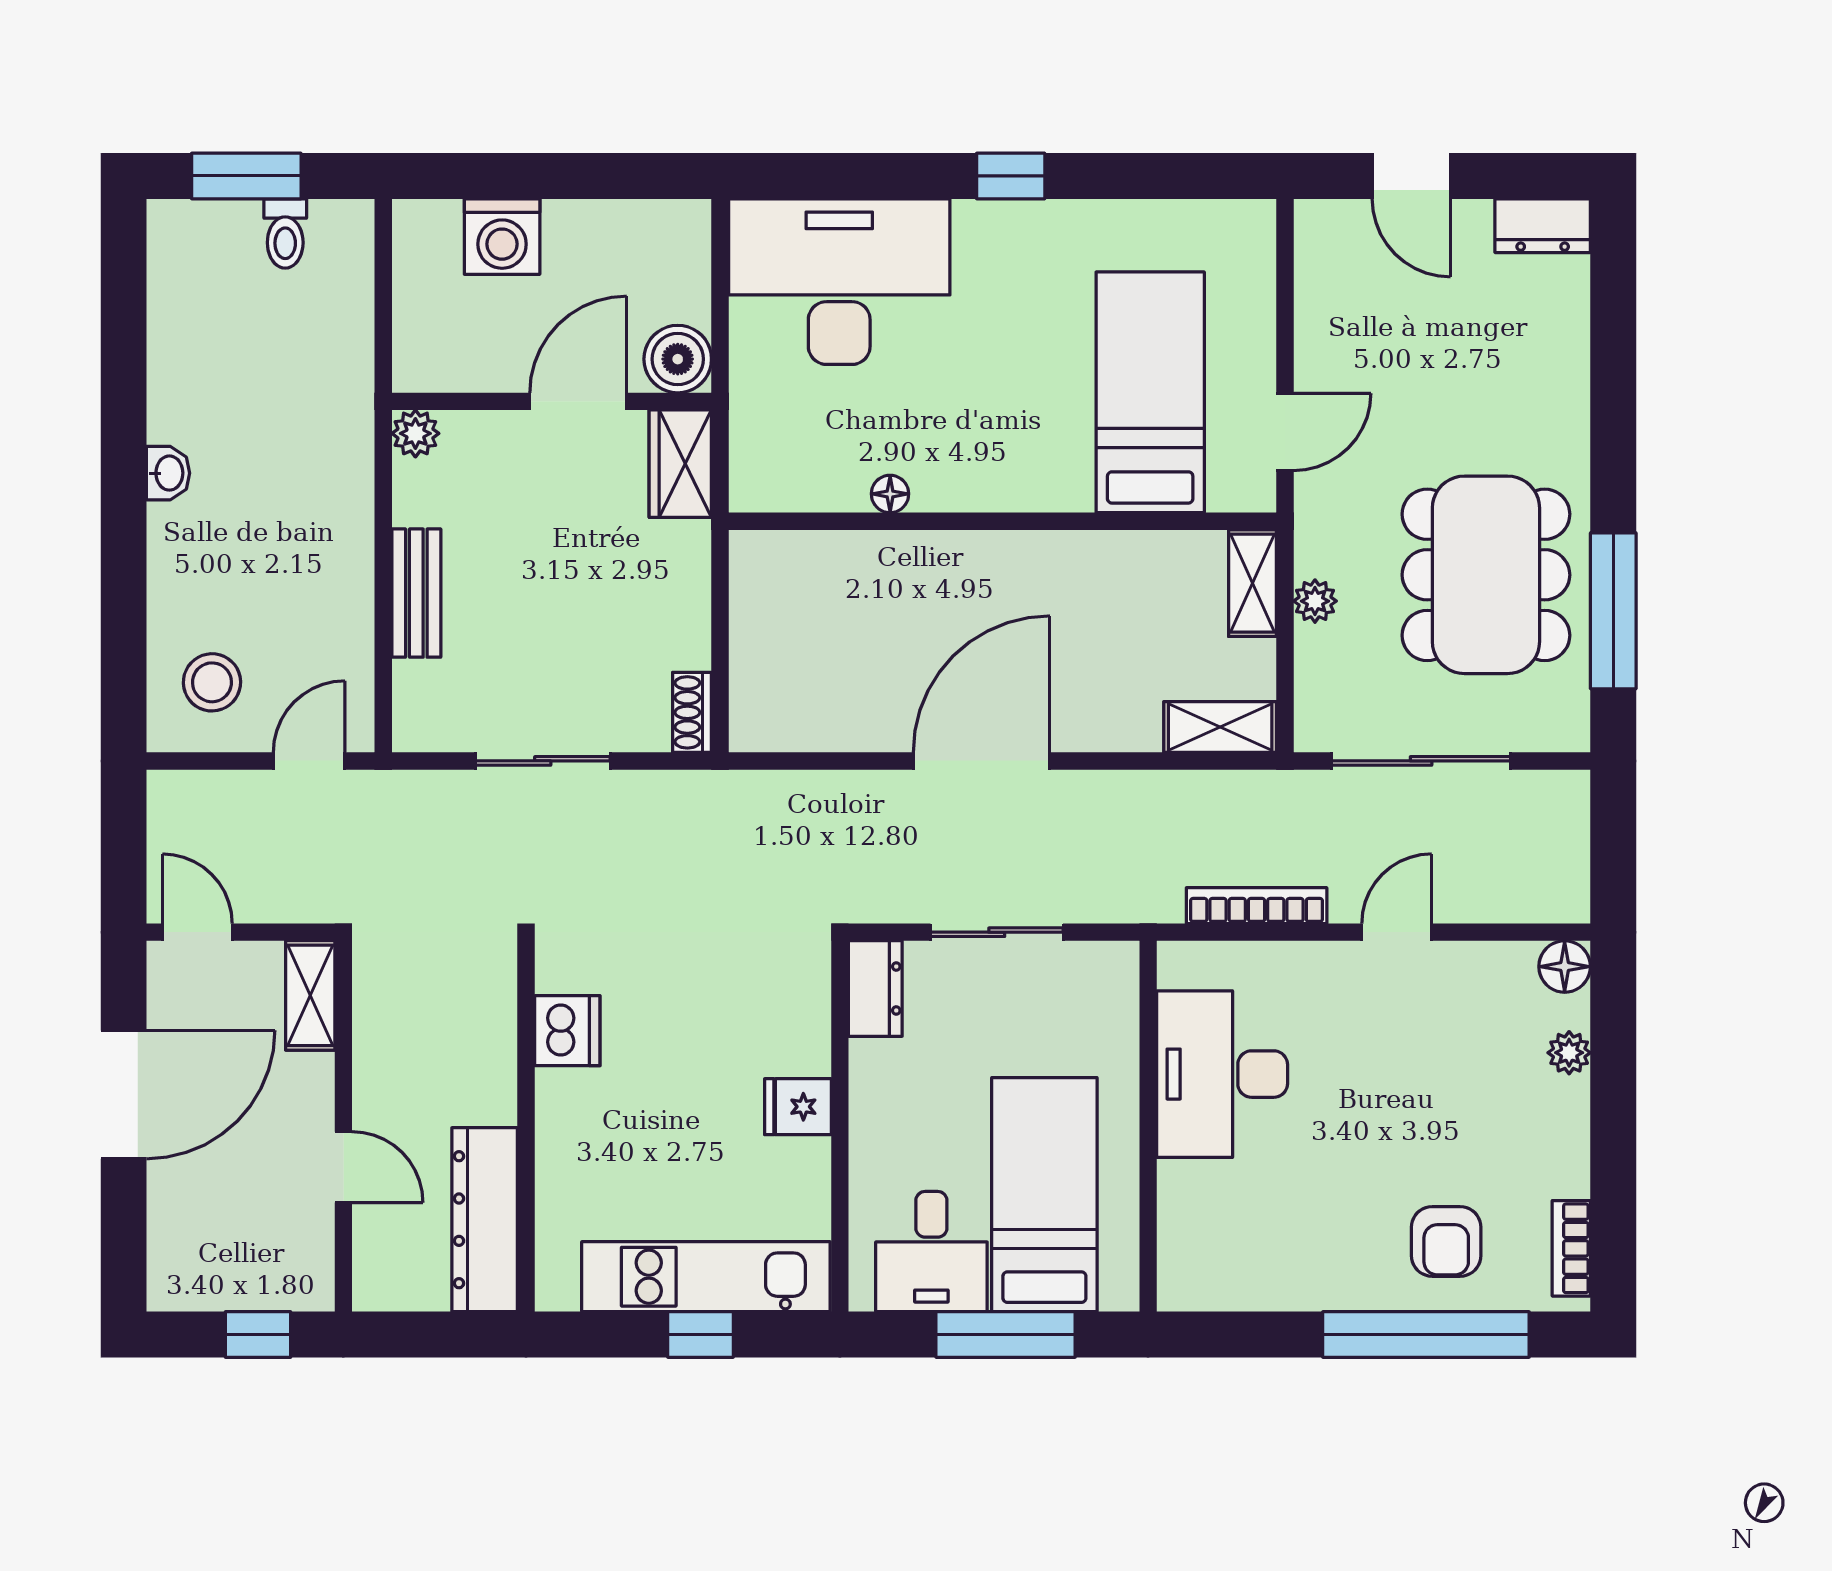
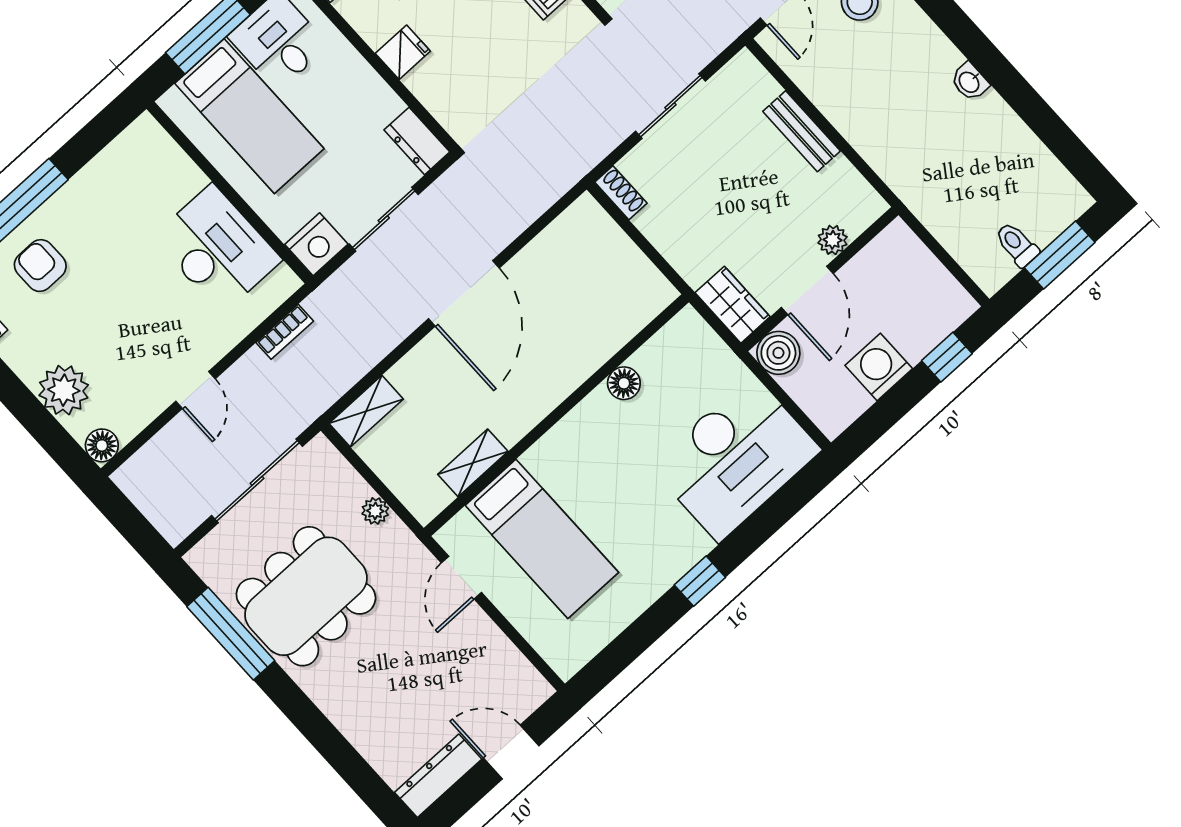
window: (486, 176) -> (947, 357), added
dresser: (1543, 226) -> (438, 776), width x1.44
washing machine: (502, 237) -> (879, 367), moved
plant: (415, 433) -> (833, 240), moved
floor lamp: (890, 494) -> (624, 383), width x1.37, depth x1.37
dining table: (1486, 575) -> (306, 596), turned 90
shelving: (1253, 583) -> (473, 463), moved, turned 90
bookcase: (1257, 906) -> (285, 332), width x0.64
nightstand: (1102, 974) -> (316, 244), added
plant: (1569, 1053) -> (64, 390), width x1.88, depth x1.88

